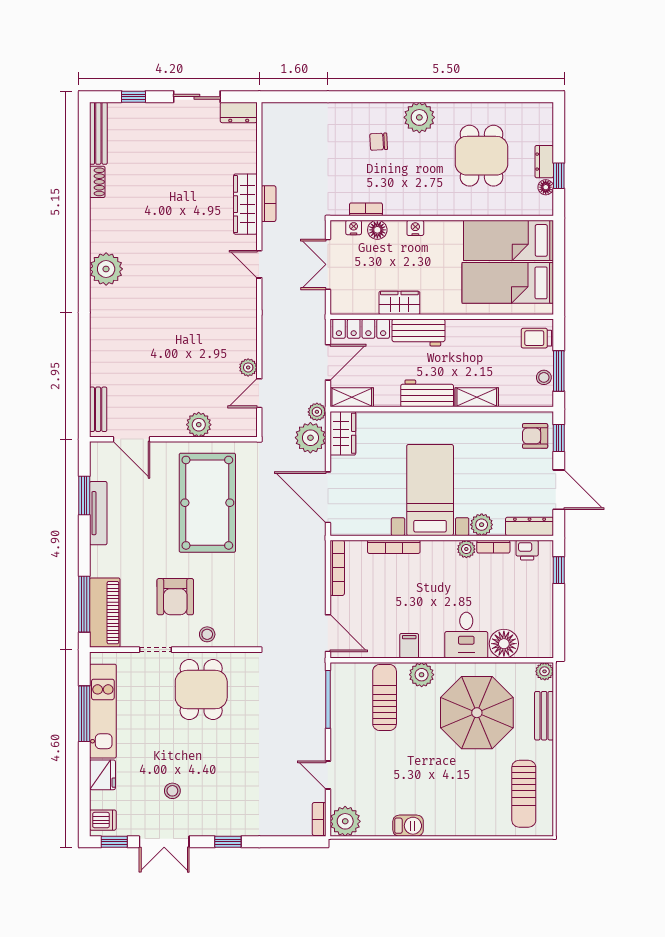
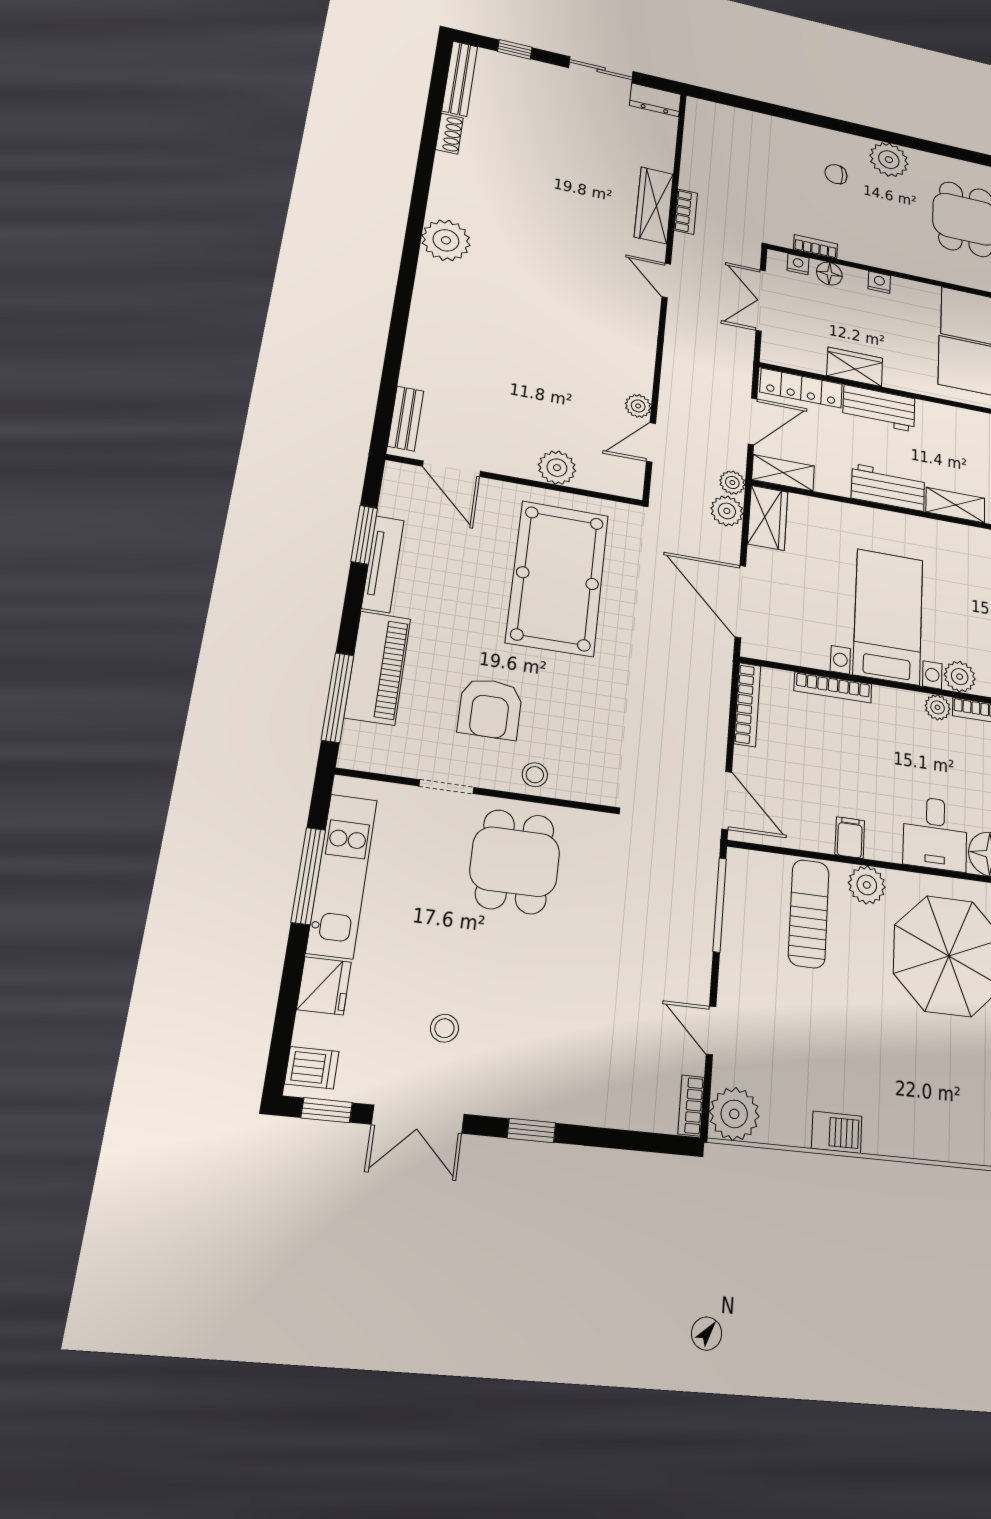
plant: (310, 438) -> (727, 511), width x0.73, depth x0.73
piano: (105, 613) -> (378, 668), moved

